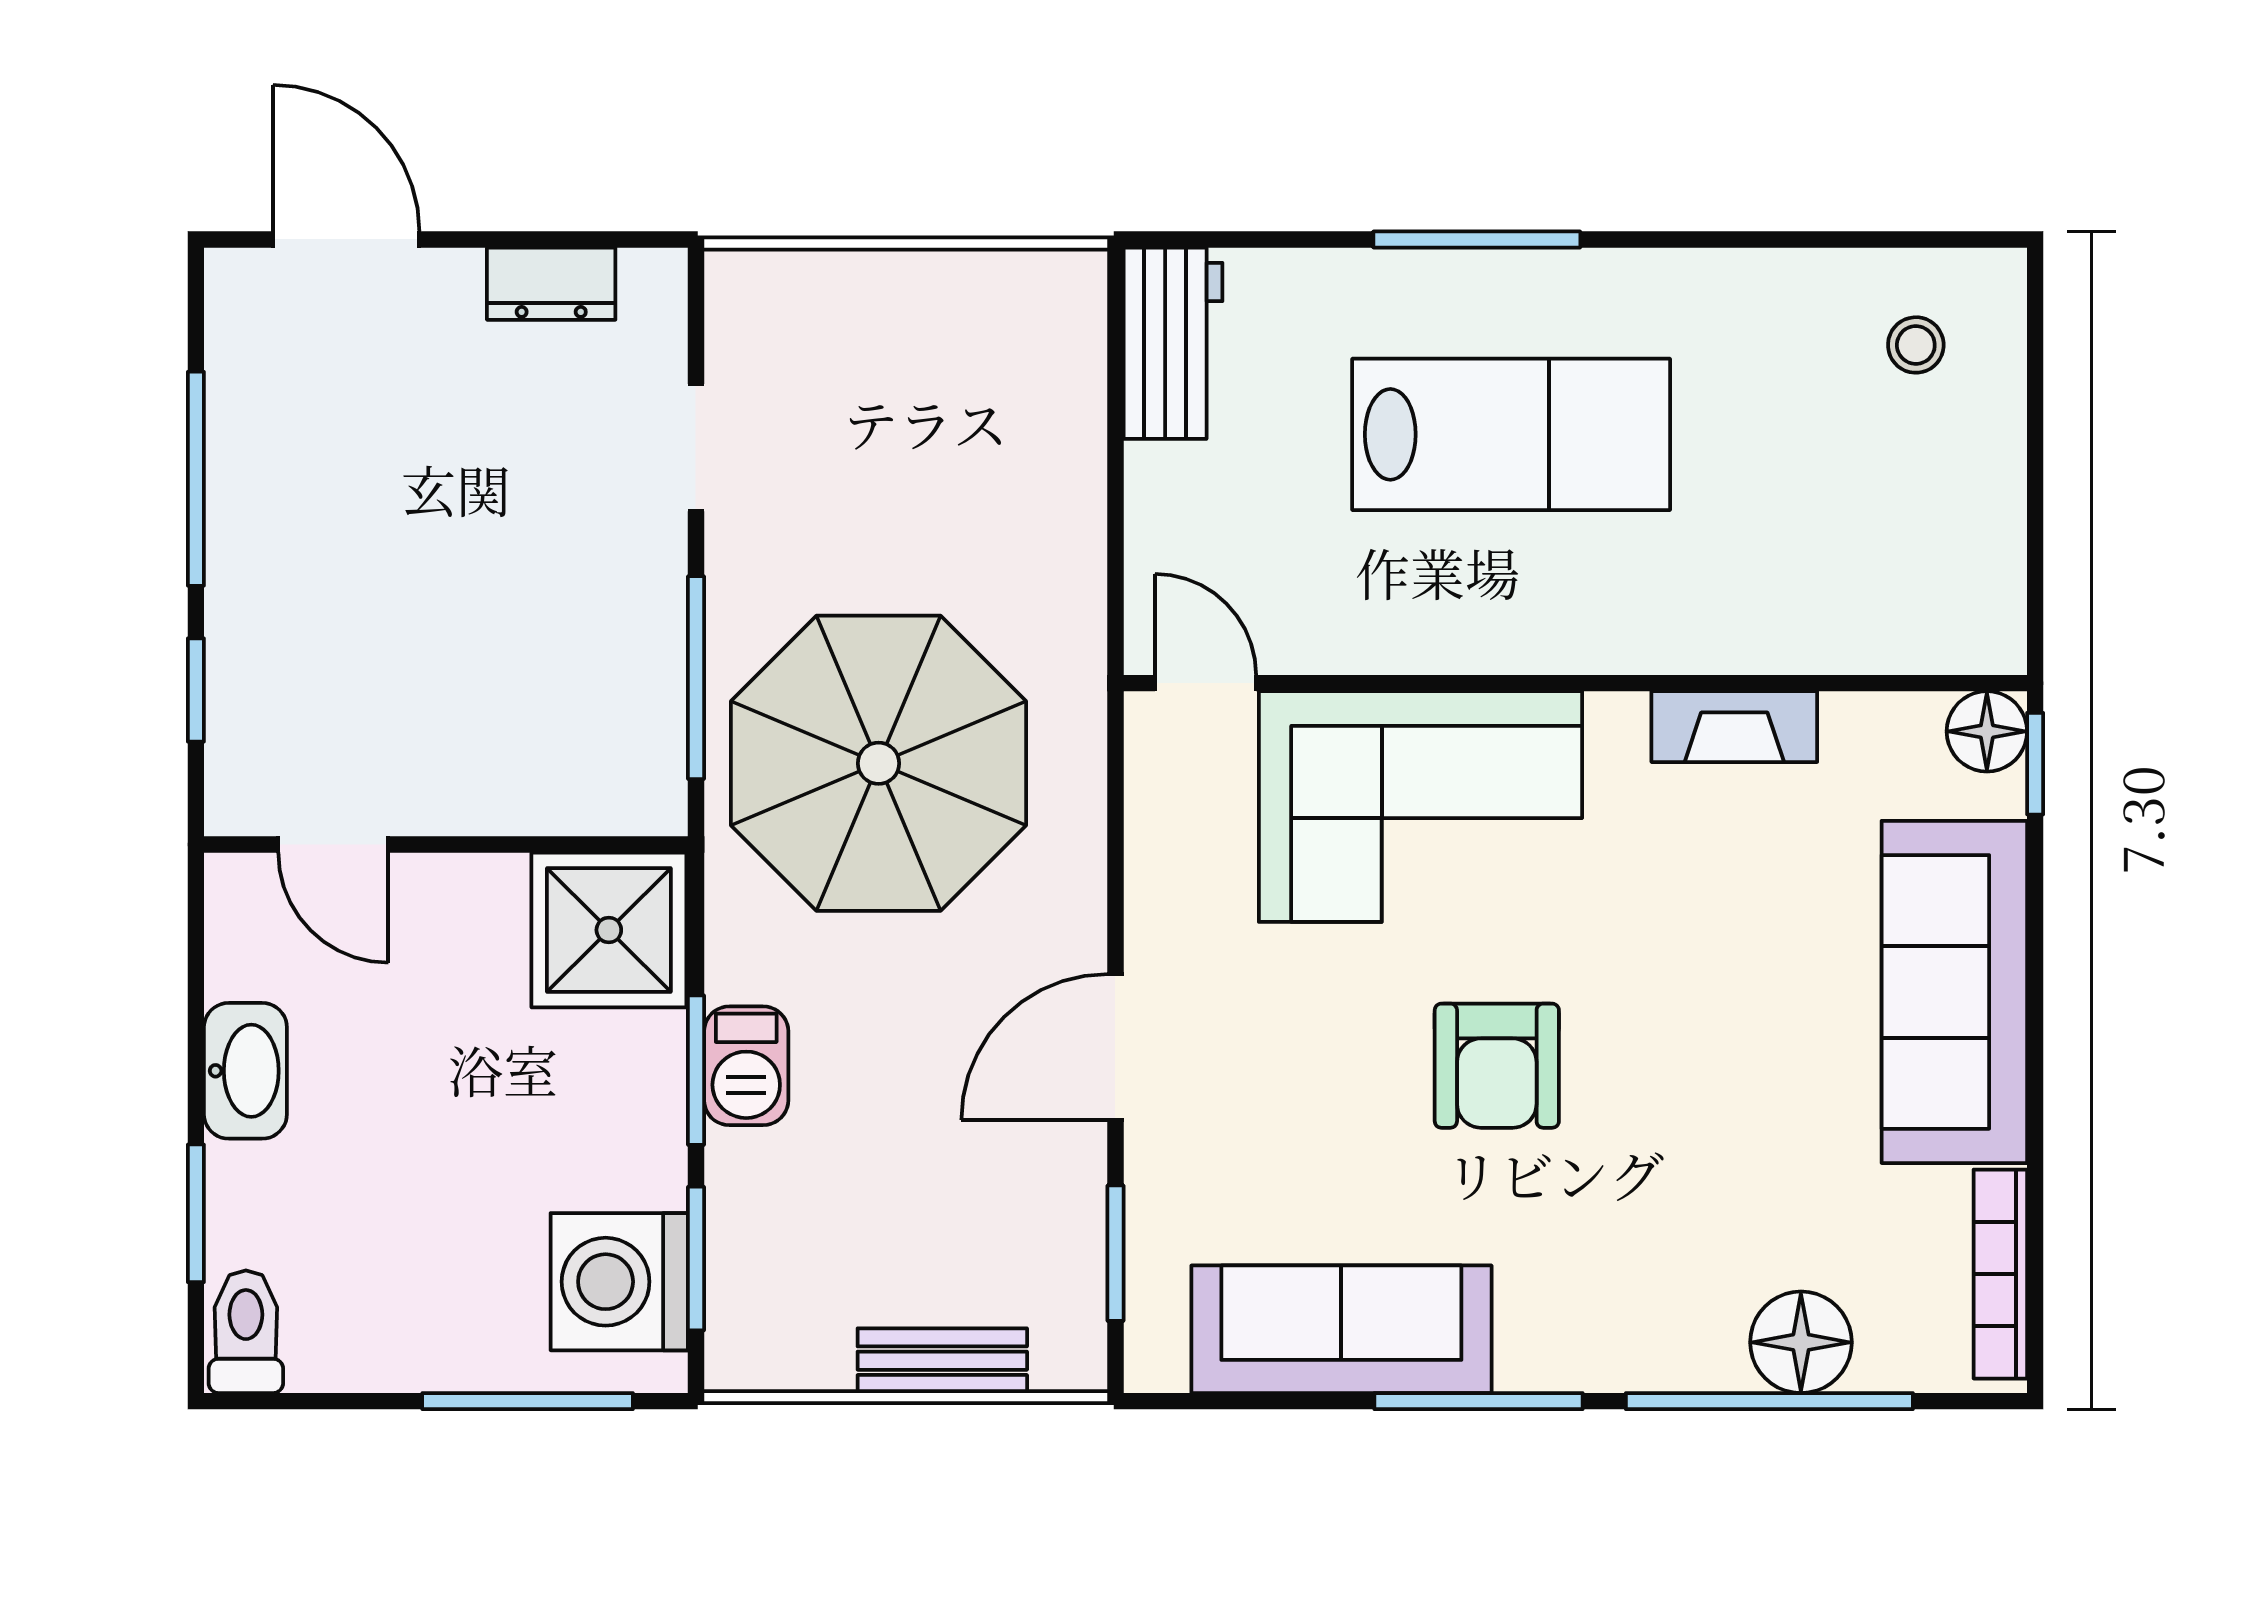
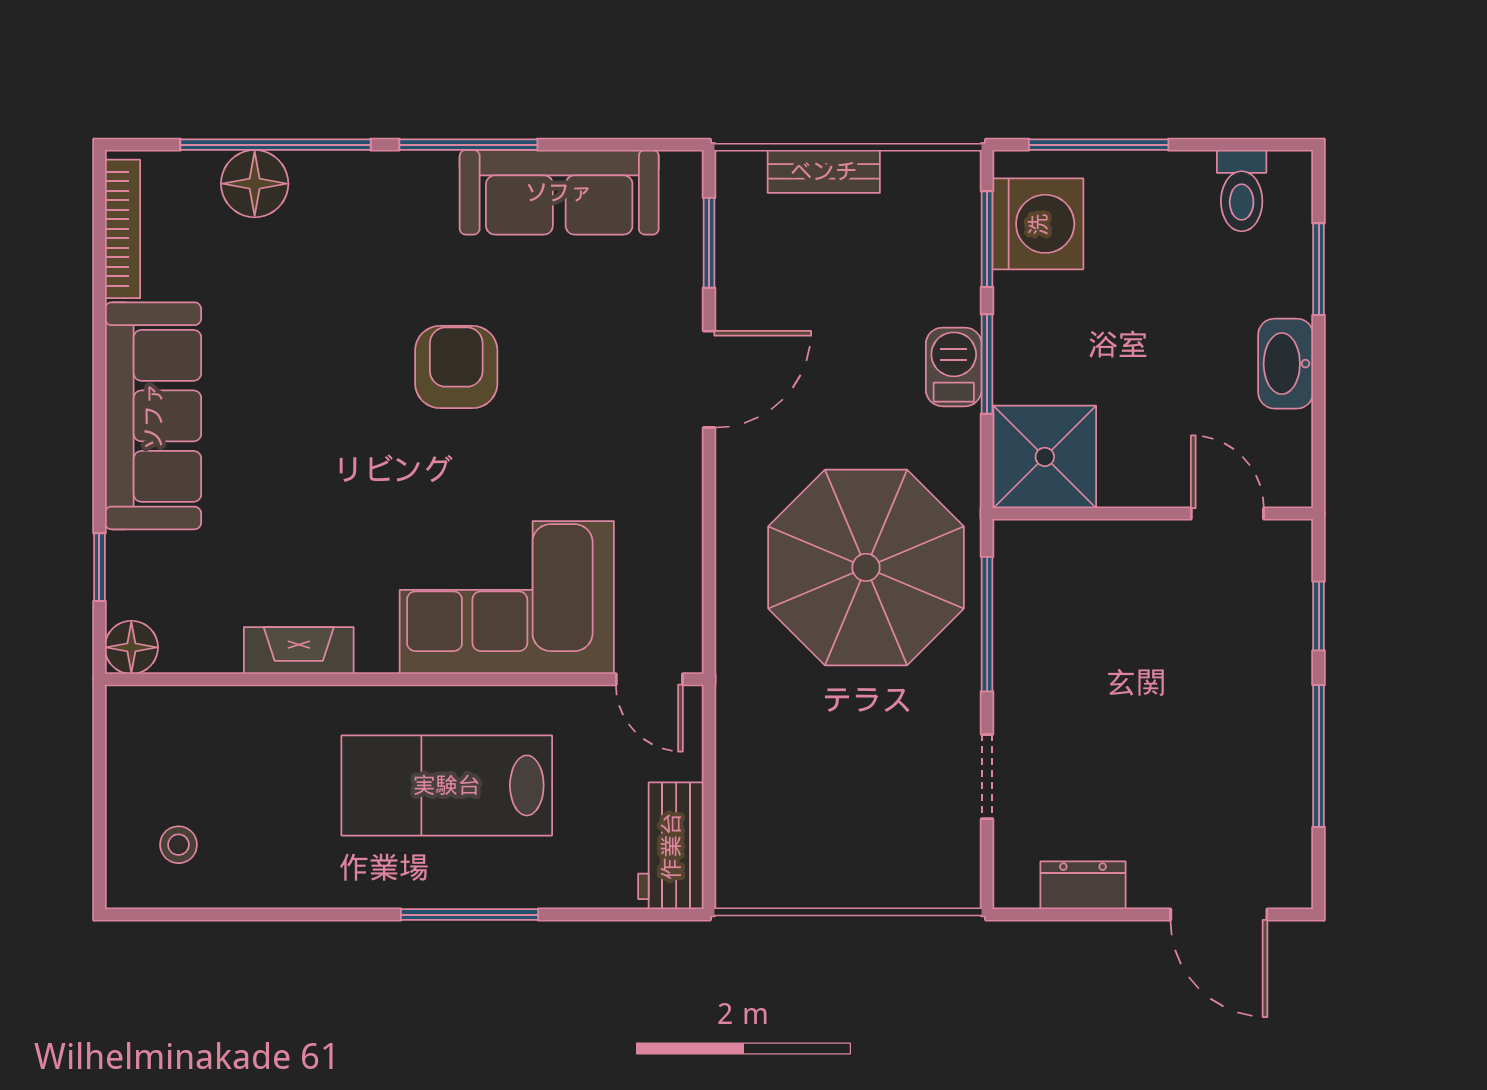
door: (1205, 683) -> (649, 679), moved
wall: (1575, 683) -> (404, 679), moved
fireplace: (1734, 727) -> (299, 651), moved
floor lamp: (1987, 731) -> (131, 647), moved
corner sofa: (1420, 807) -> (507, 598), moved
toilet: (246, 1332) -> (1242, 191), moved

